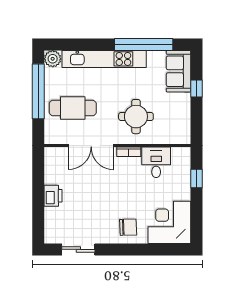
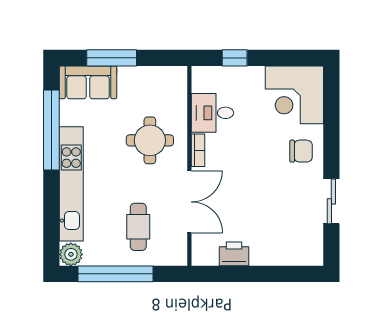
window: (196, 88) -> (112, 58), width x2.17
cafe table: (73, 108) -> (138, 227), width x0.73, depth x0.74
printer: (53, 196) -> (234, 254), moved
chair: (128, 227) -> (301, 151), turned 92
sliding door: (78, 249) -> (331, 201), moved

